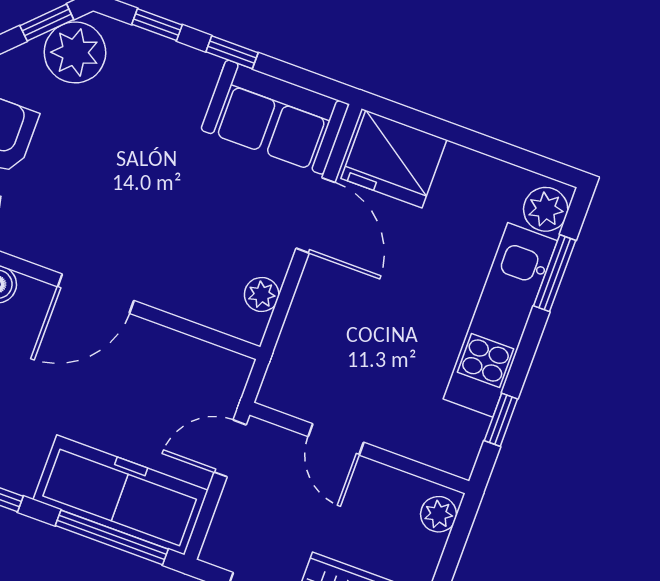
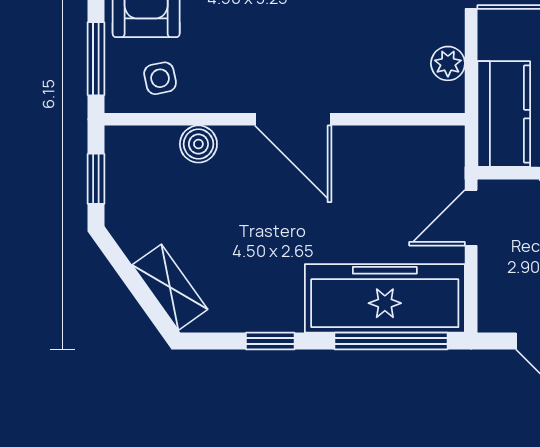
door: (96, 294) -> (293, 119), hinge flipped
kitchen counter: (297, 362) -> (504, 114), added

